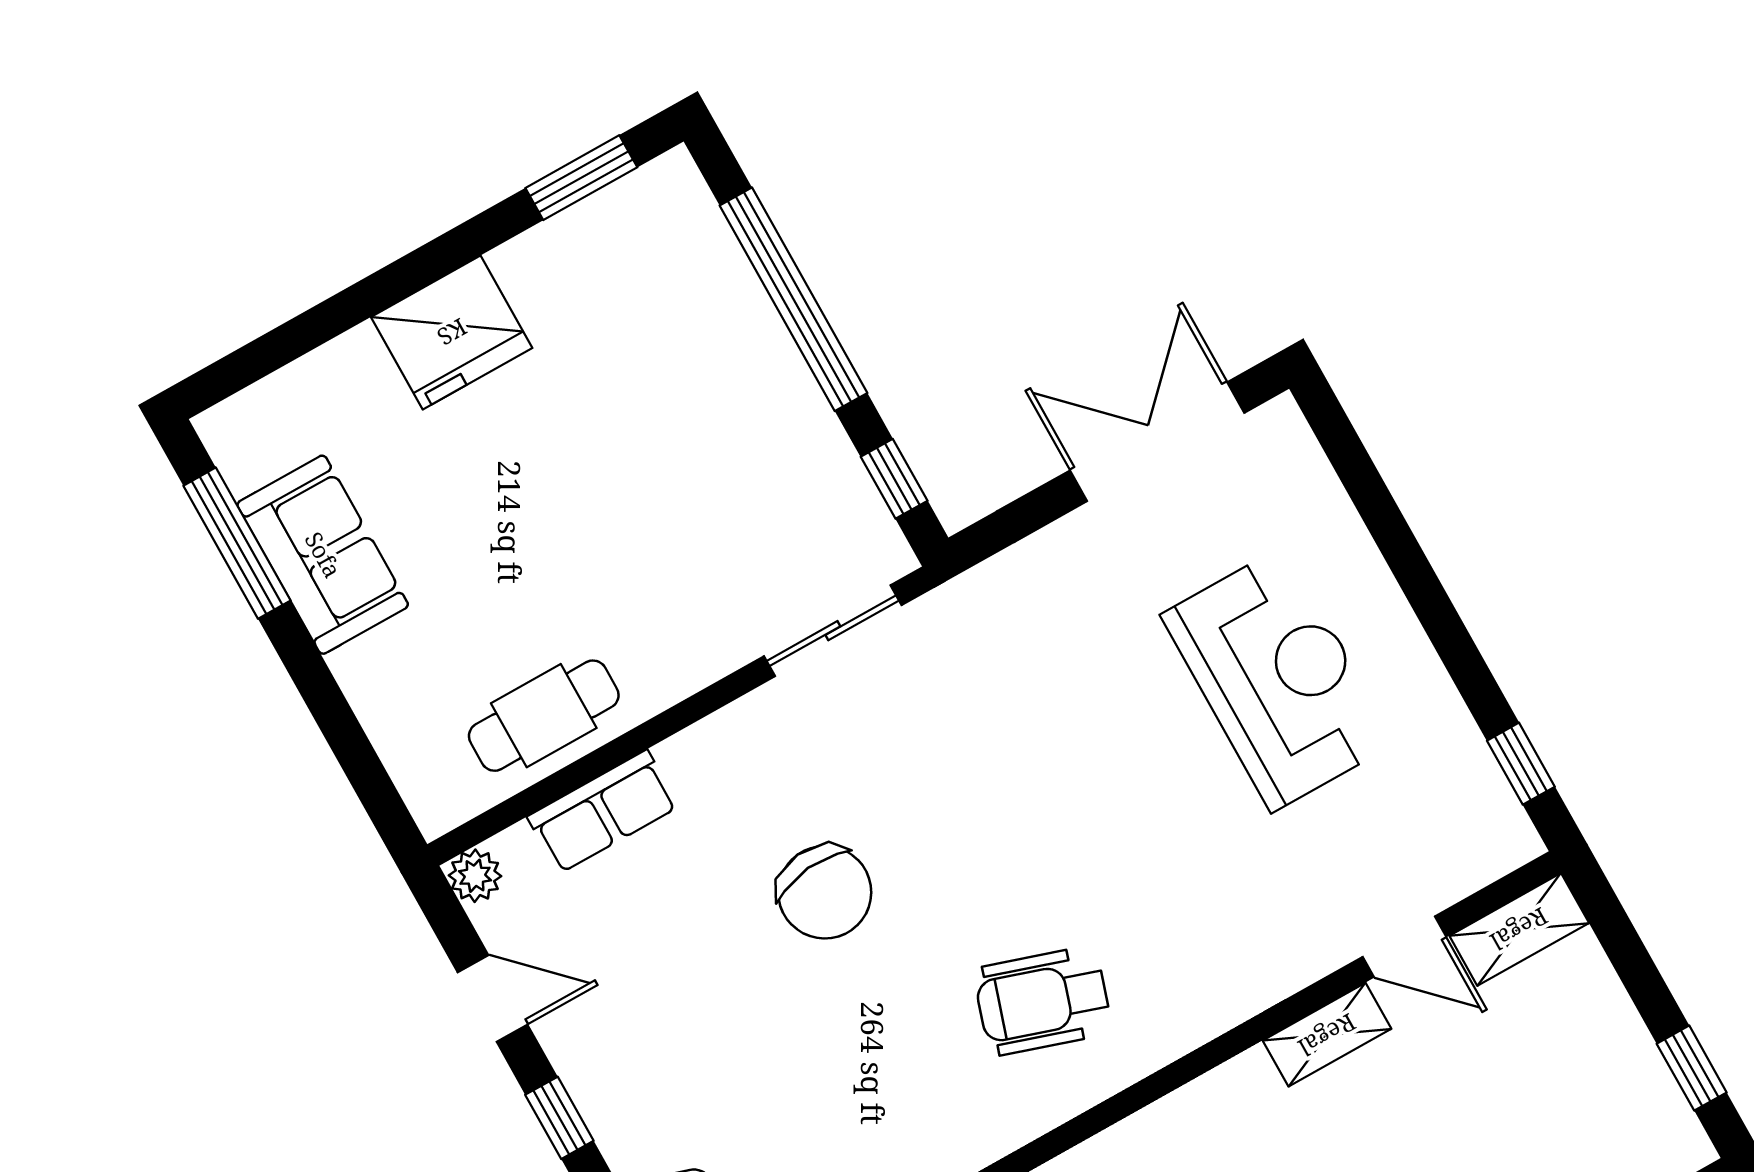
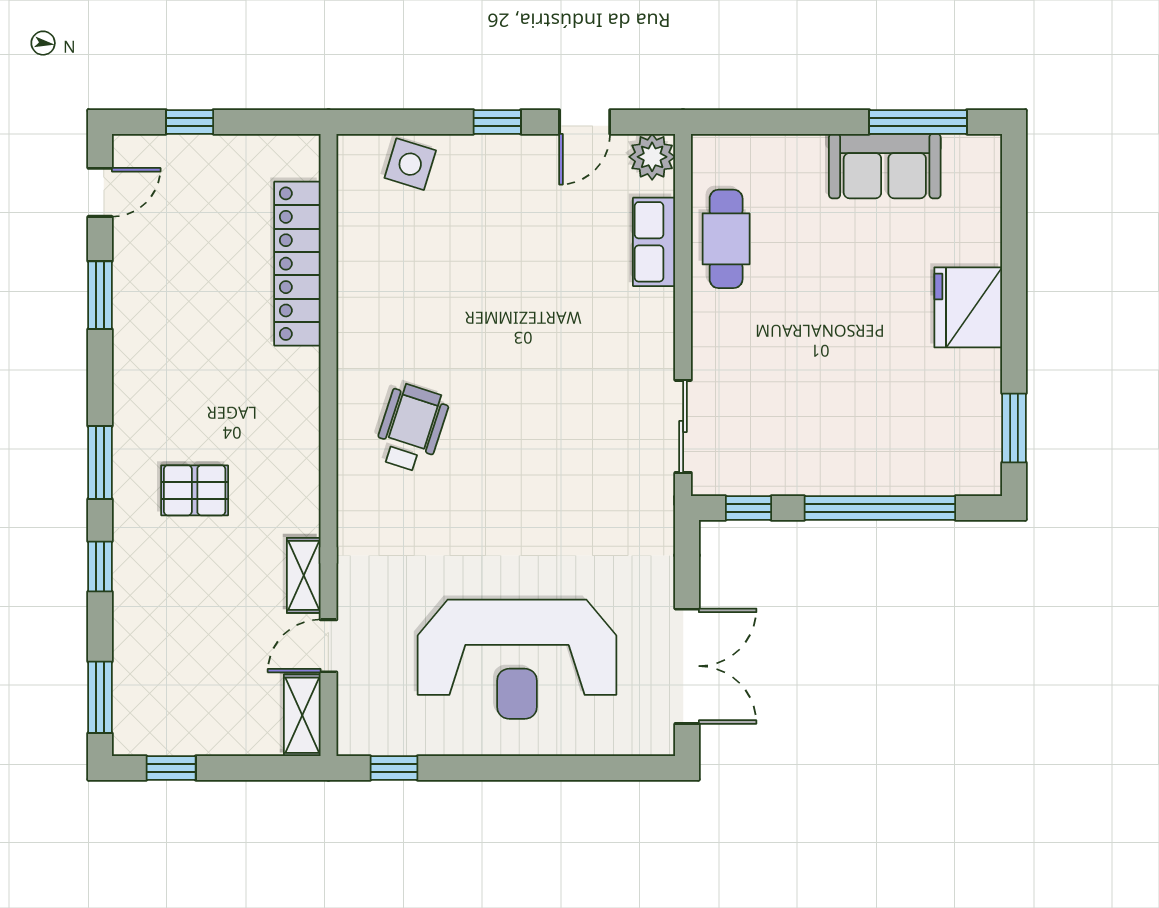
reception desk: (1278, 679) -> (517, 659), width x1.36, depth x1.30
plant: (475, 876) -> (652, 157), width x1.38, depth x1.38
chair: (825, 892) -> (540, 340), removed

